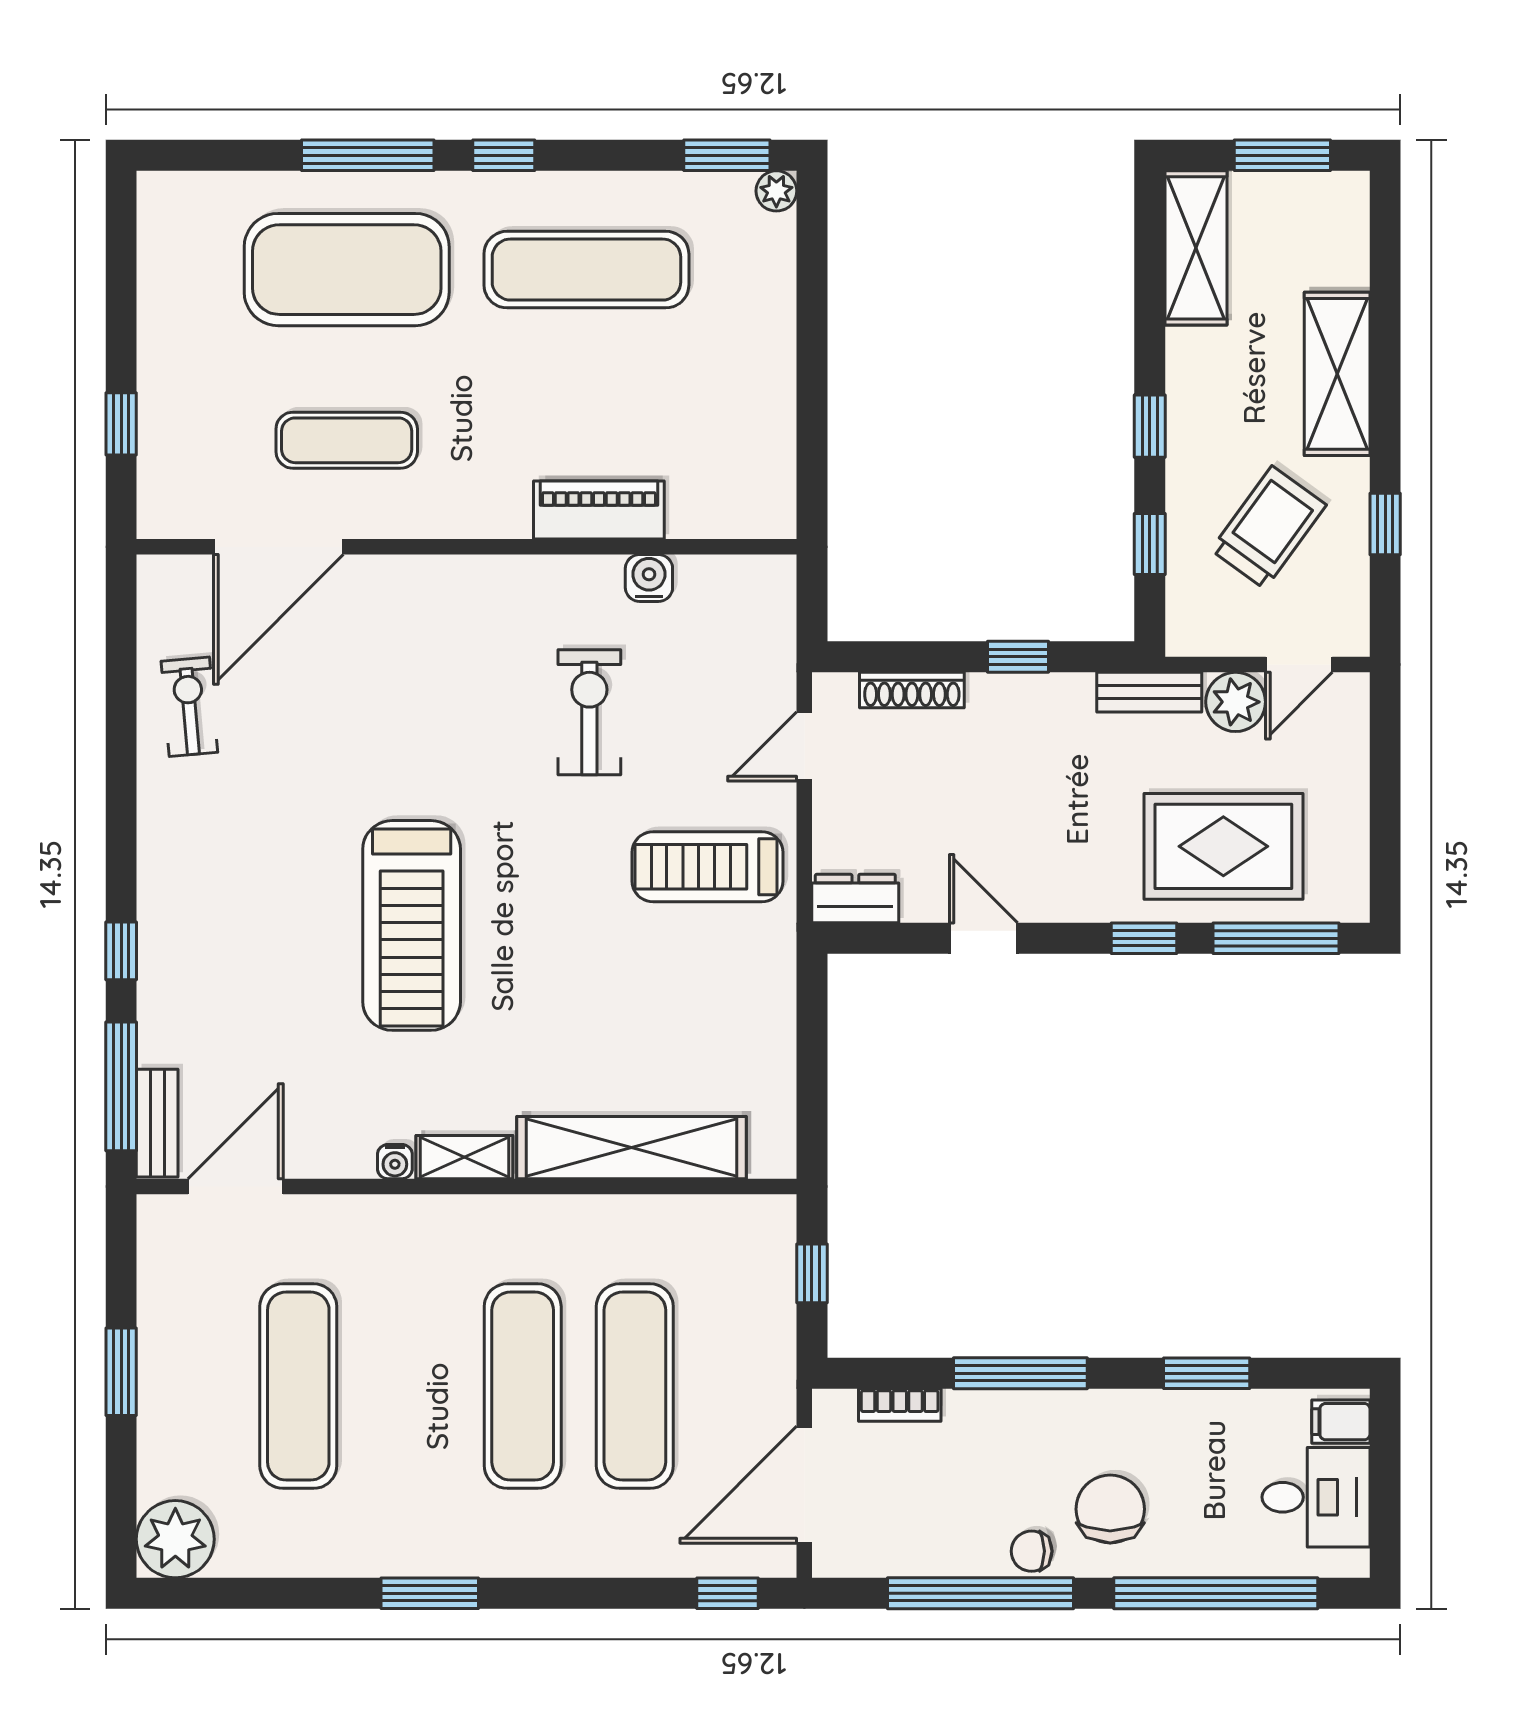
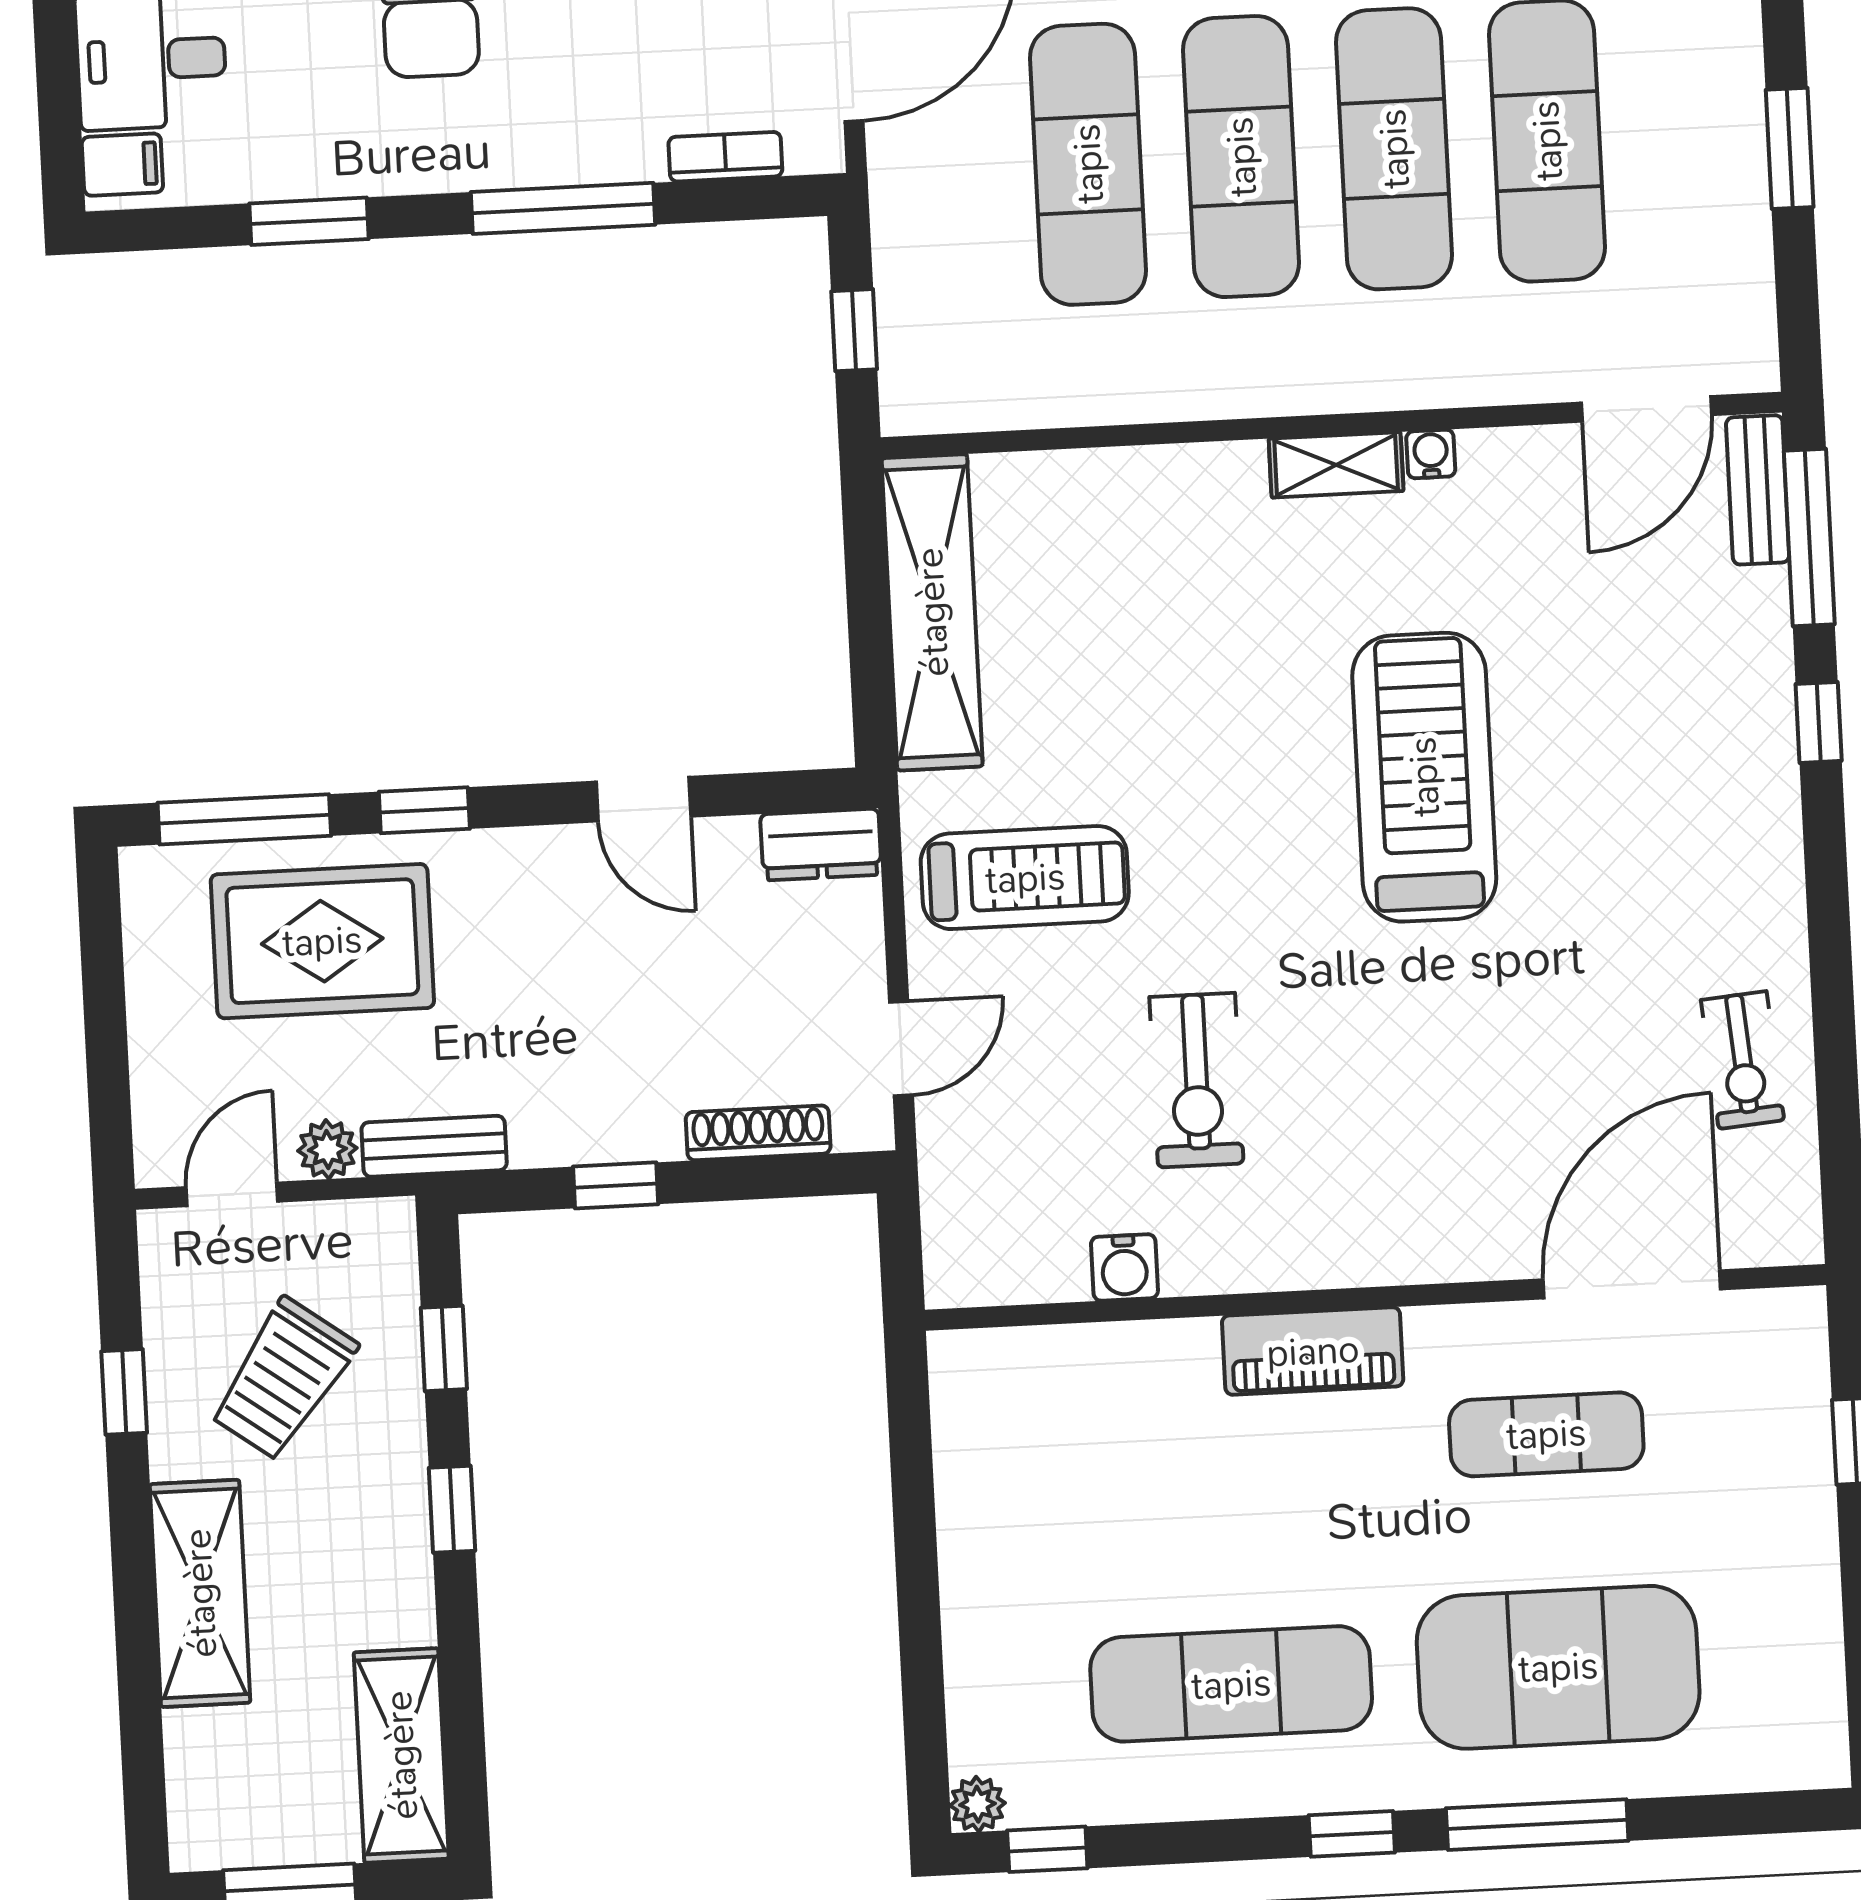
window: (727, 155) -> (1047, 1849), width x0.67
piano: (599, 510) -> (1313, 1351), moved
plant: (1236, 702) -> (327, 1149), width x0.73, depth x0.73
shelving: (631, 1148) -> (932, 612), moved, turned 90
exercise mat: (410, 1386) -> (1394, 149), added

